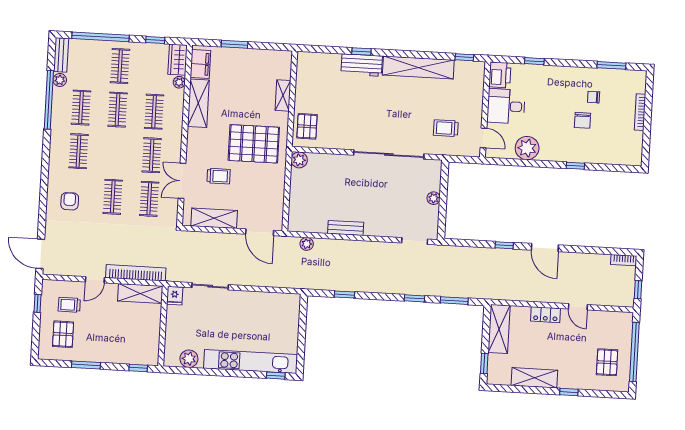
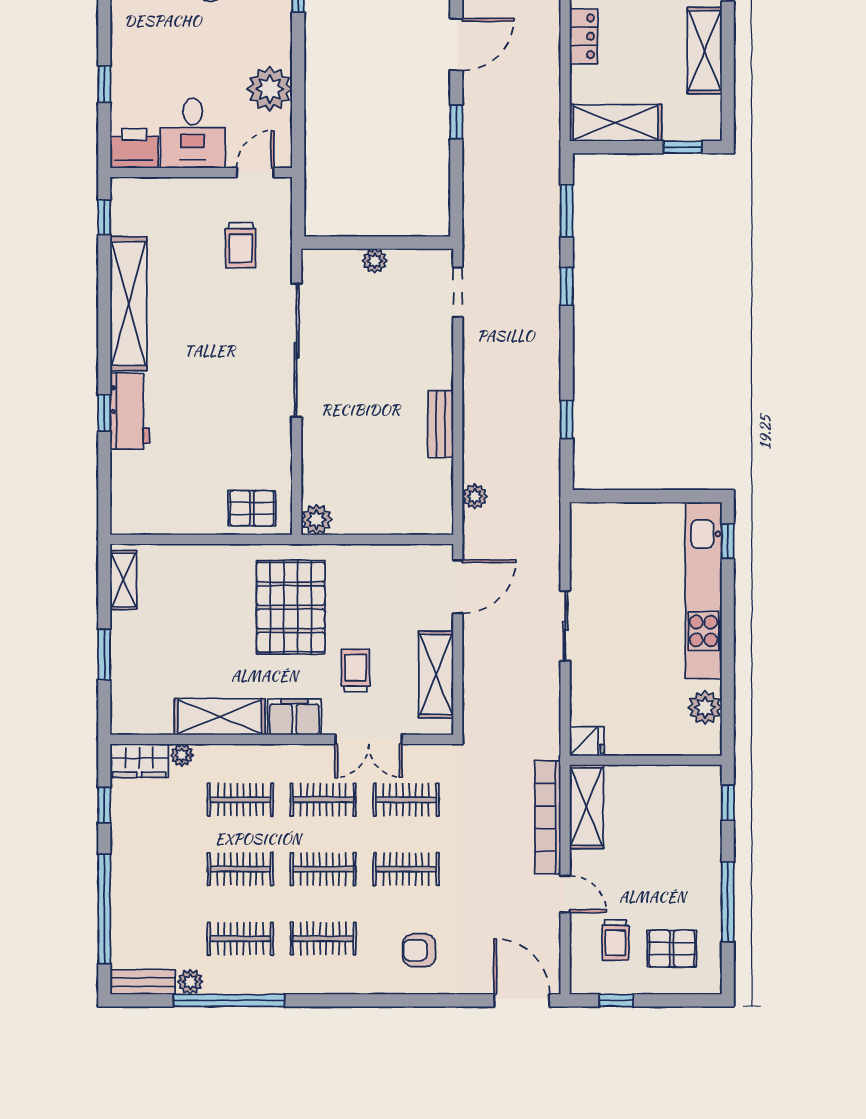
filing cabinet: (200, 64) -> (294, 717), moved
clothes rail: (120, 66) -> (323, 869), moved
shelving: (283, 95) -> (123, 580), moved, turned 90
door: (40, 254) -> (522, 1000), swing flipped
sliding door: (210, 286) -> (565, 626), moved
window: (86, 365) -> (728, 902), width x1.44

